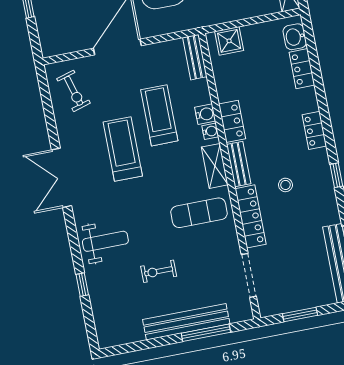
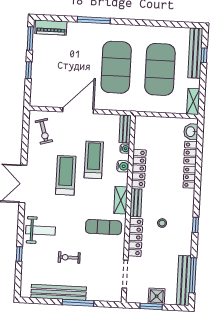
shower: (229, 41) -> (157, 296), moved
locker: (232, 121) -> (139, 168), width x1.53
locker: (314, 130) -> (189, 177), moved
water cooler: (210, 131) -> (125, 149), moved
bench: (186, 322) -> (59, 292), moved
window: (206, 333) -> (78, 303), moved

